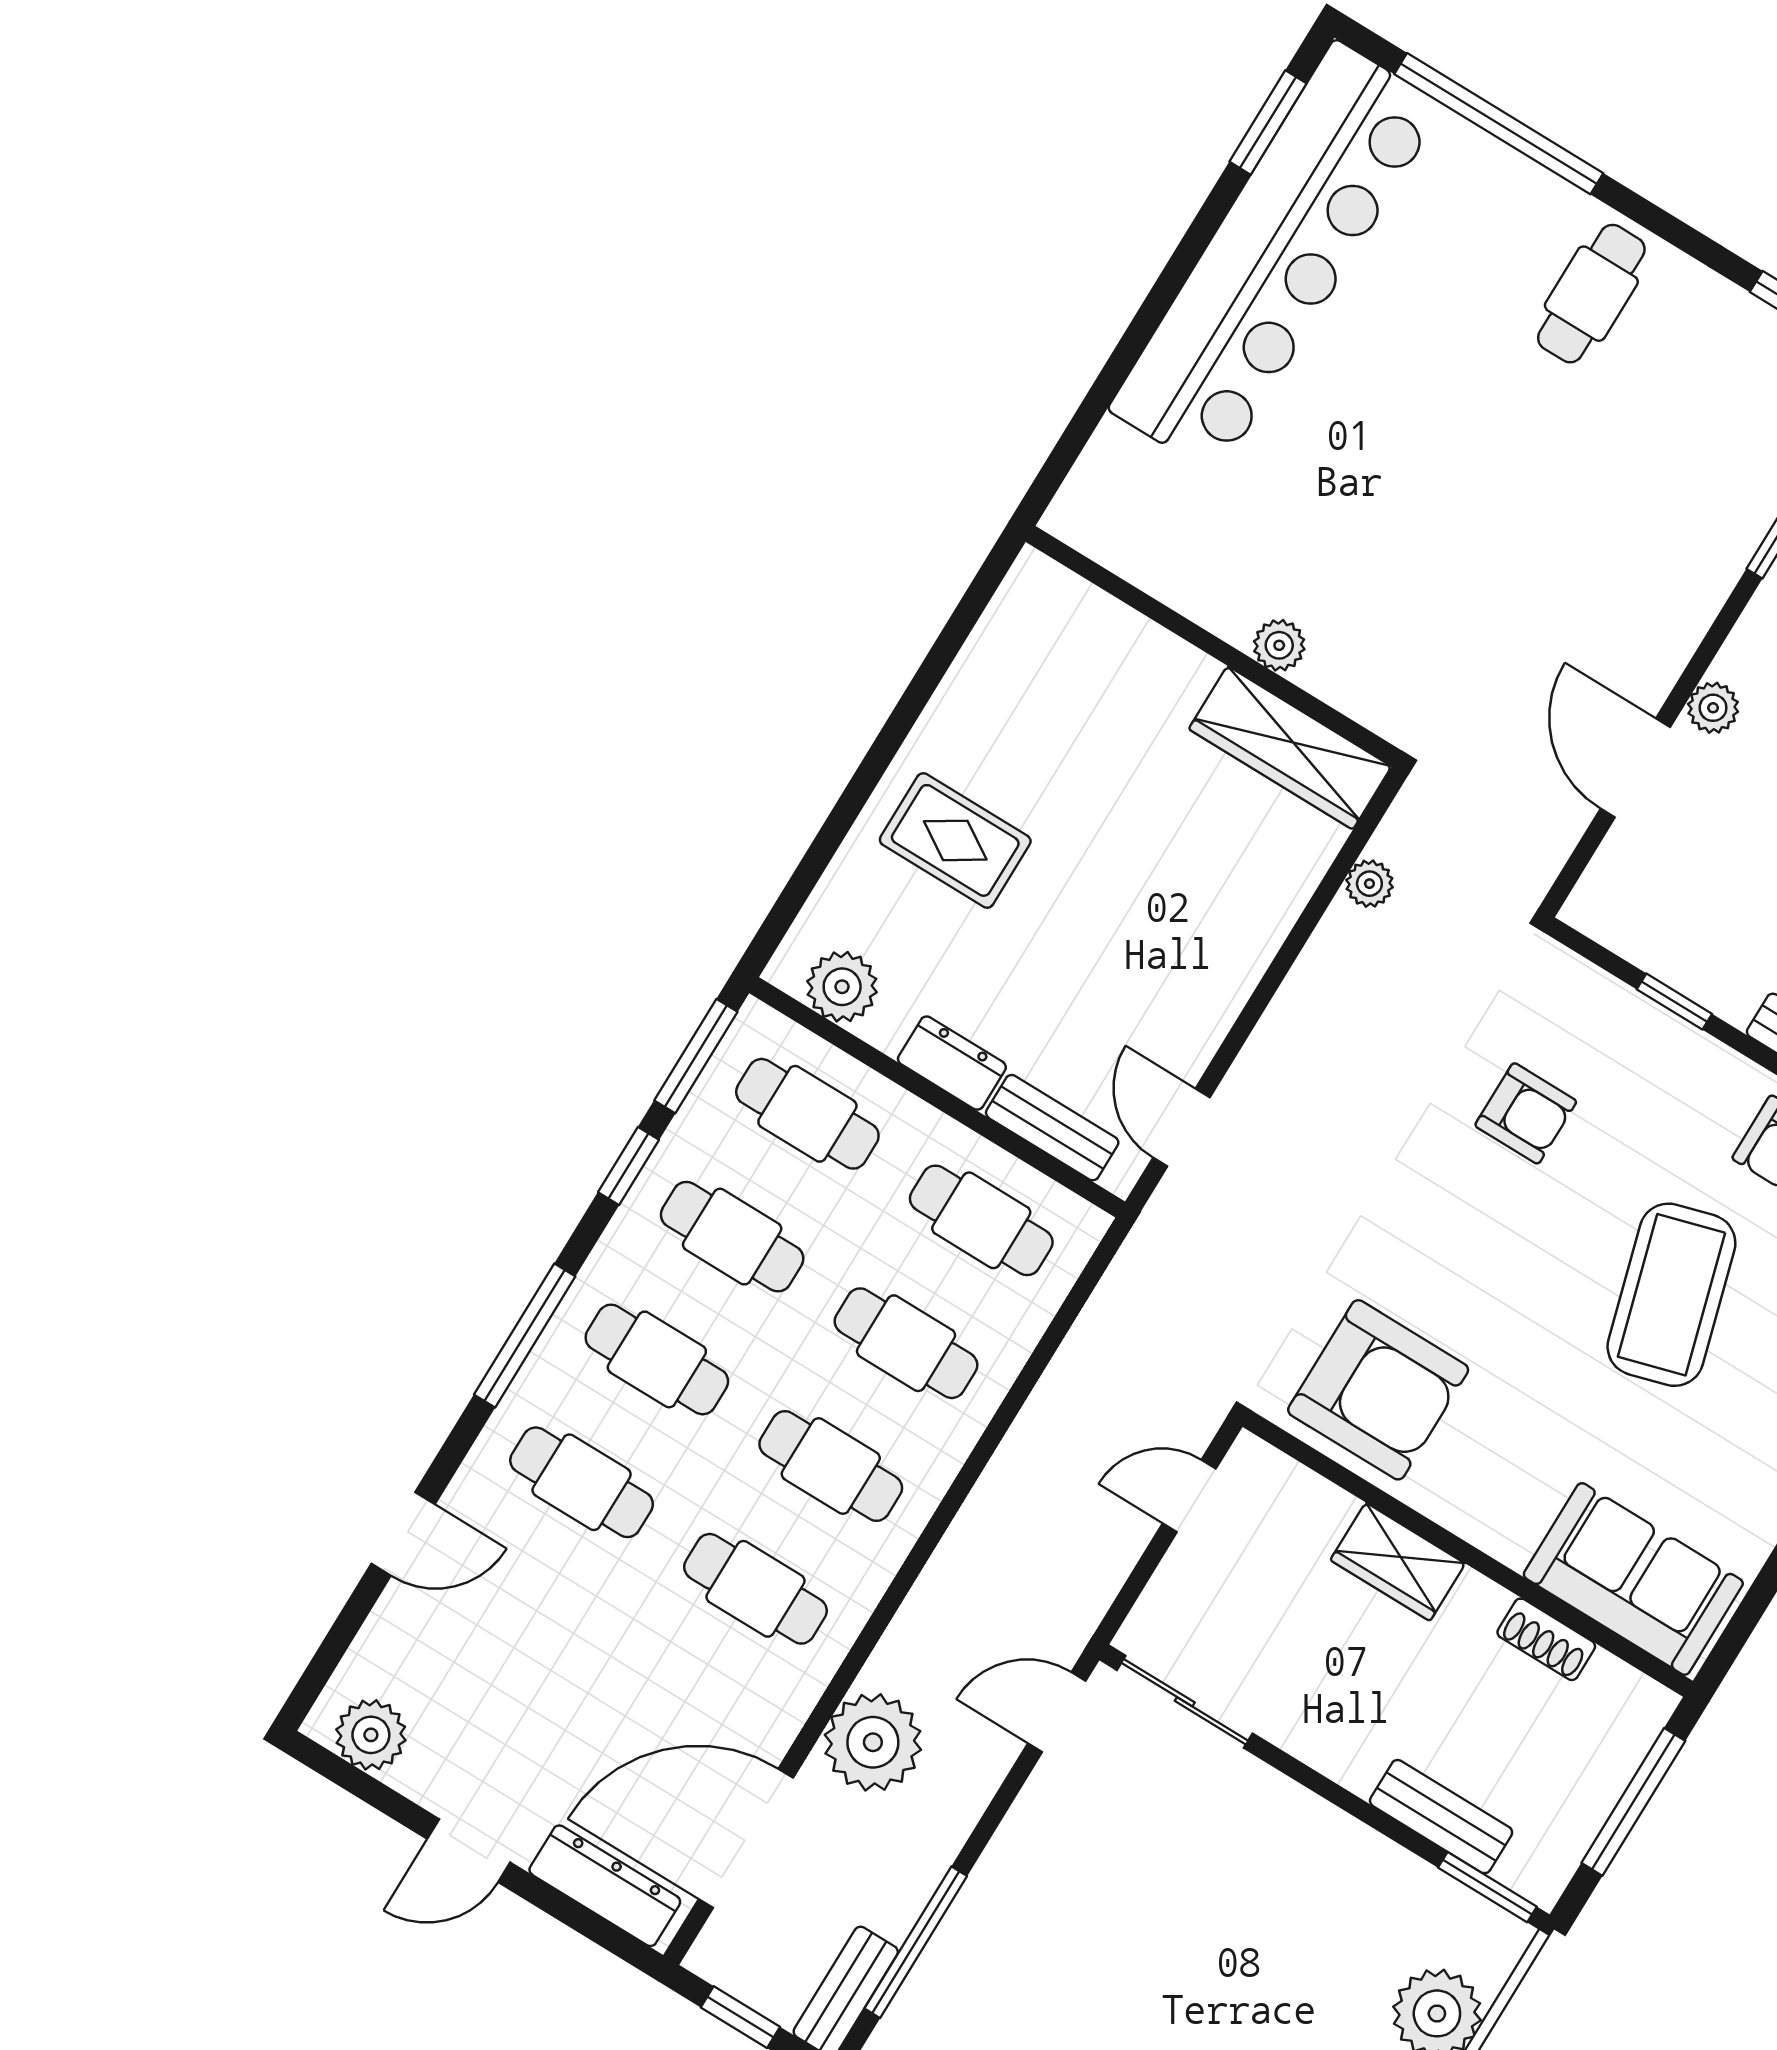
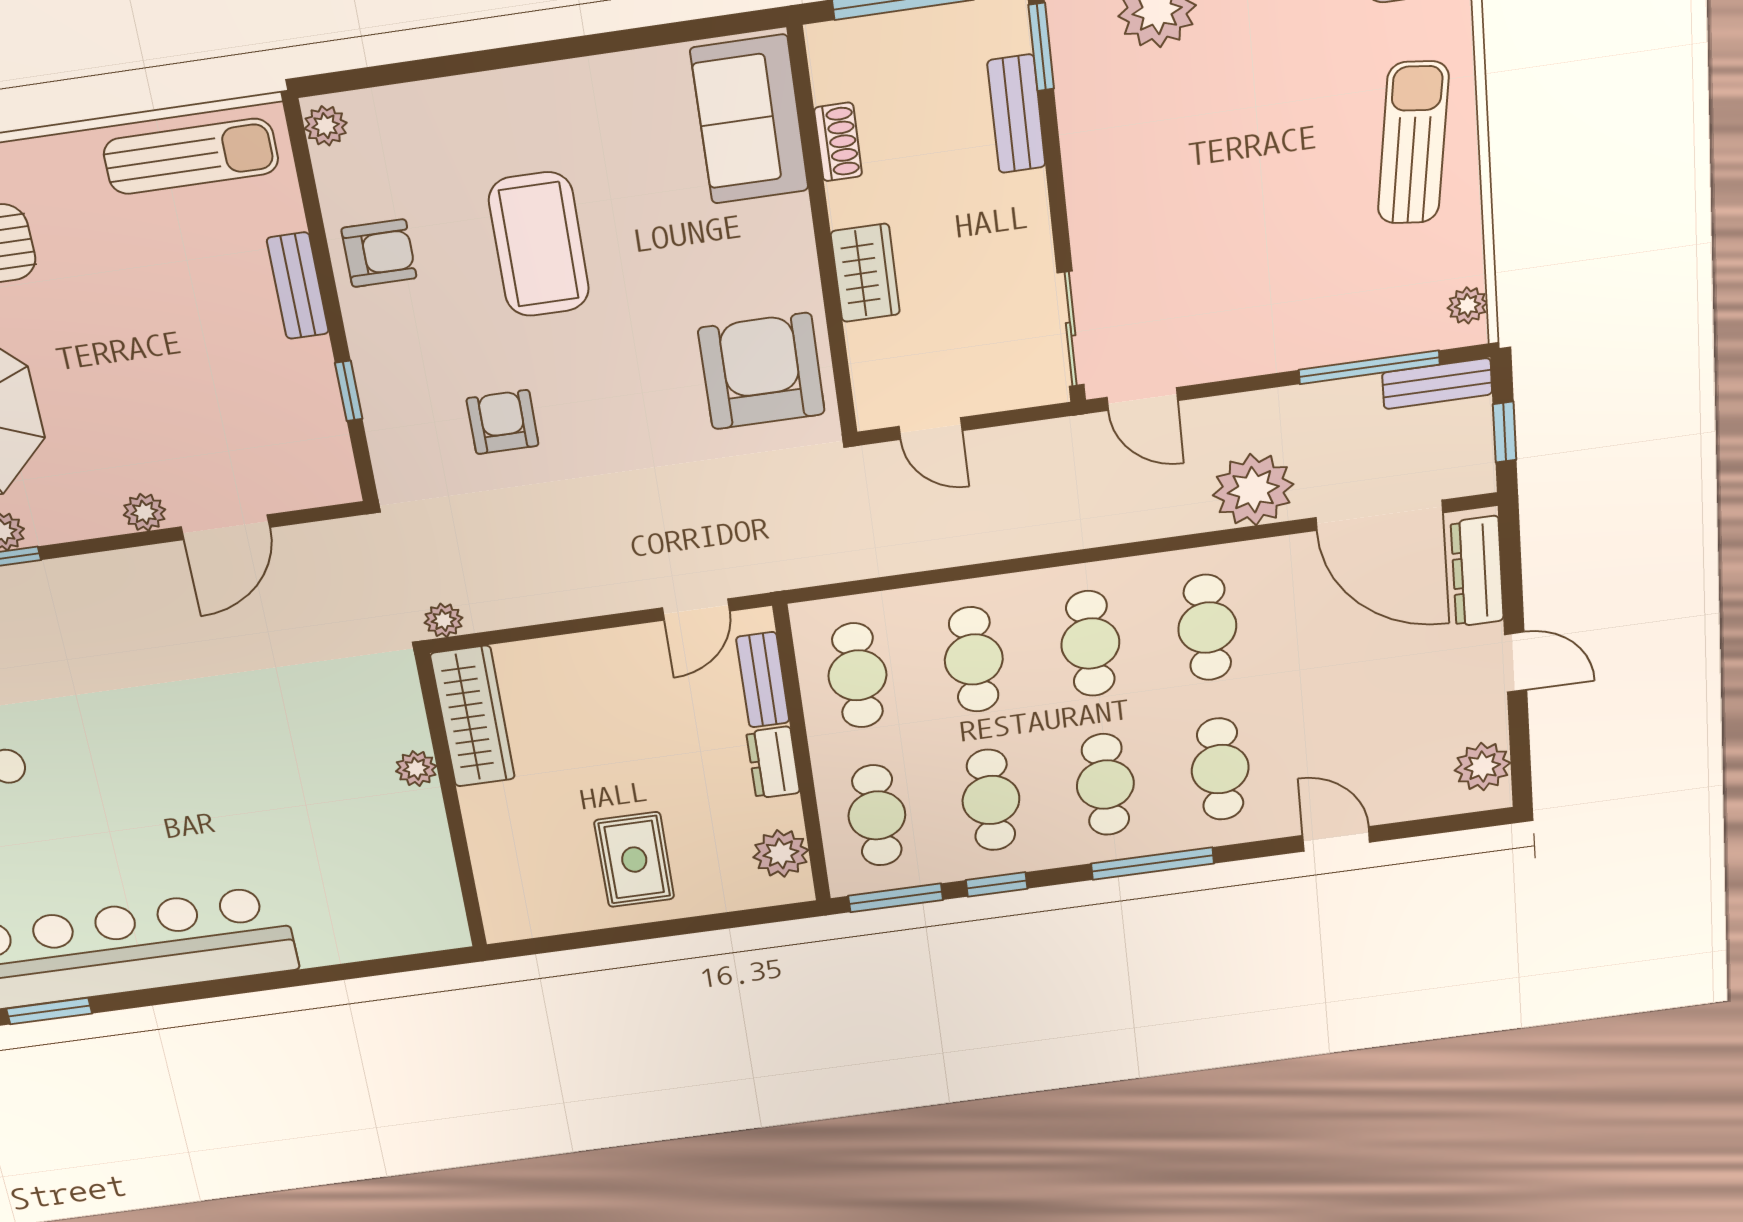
plant: (1279, 645) -> (416, 769), moved
wall: (1214, 646) -> (451, 803), moved
wardrobe: (1290, 748) -> (473, 716), moved
coffee table: (1671, 1295) -> (539, 244), turned -74

